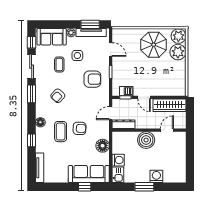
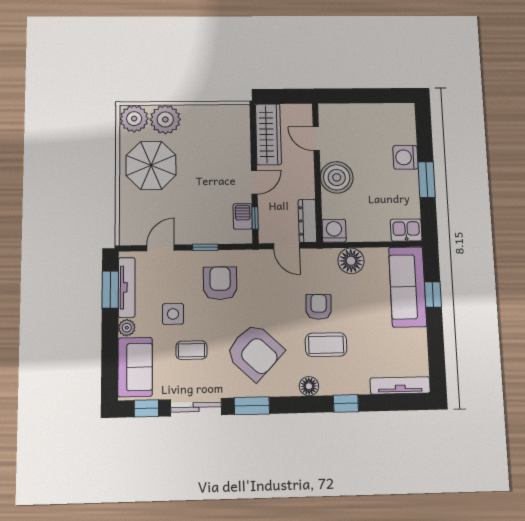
armchair: (58, 96) -> (255, 352), width x1.88, depth x1.88
washing machine: (118, 160) -> (334, 231), moved

